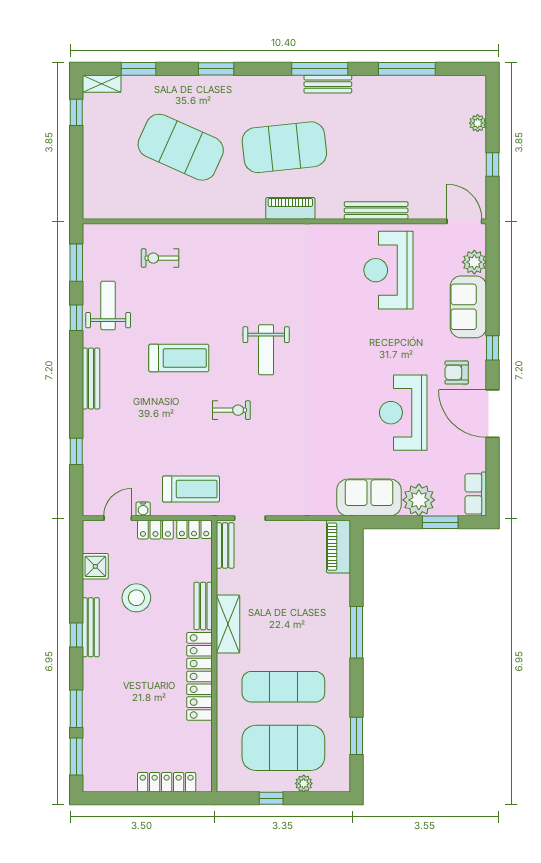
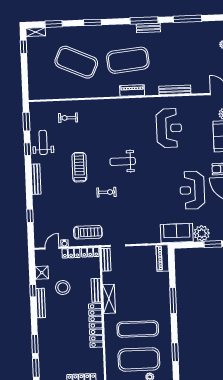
reception desk: (388, 270) -> (169, 128), moved, turned 180
weight bench: (266, 350) -> (123, 161), turned 90
treadmill: (179, 358) -> (79, 167), turned -90
window: (76, 635) -> (33, 291), moved

